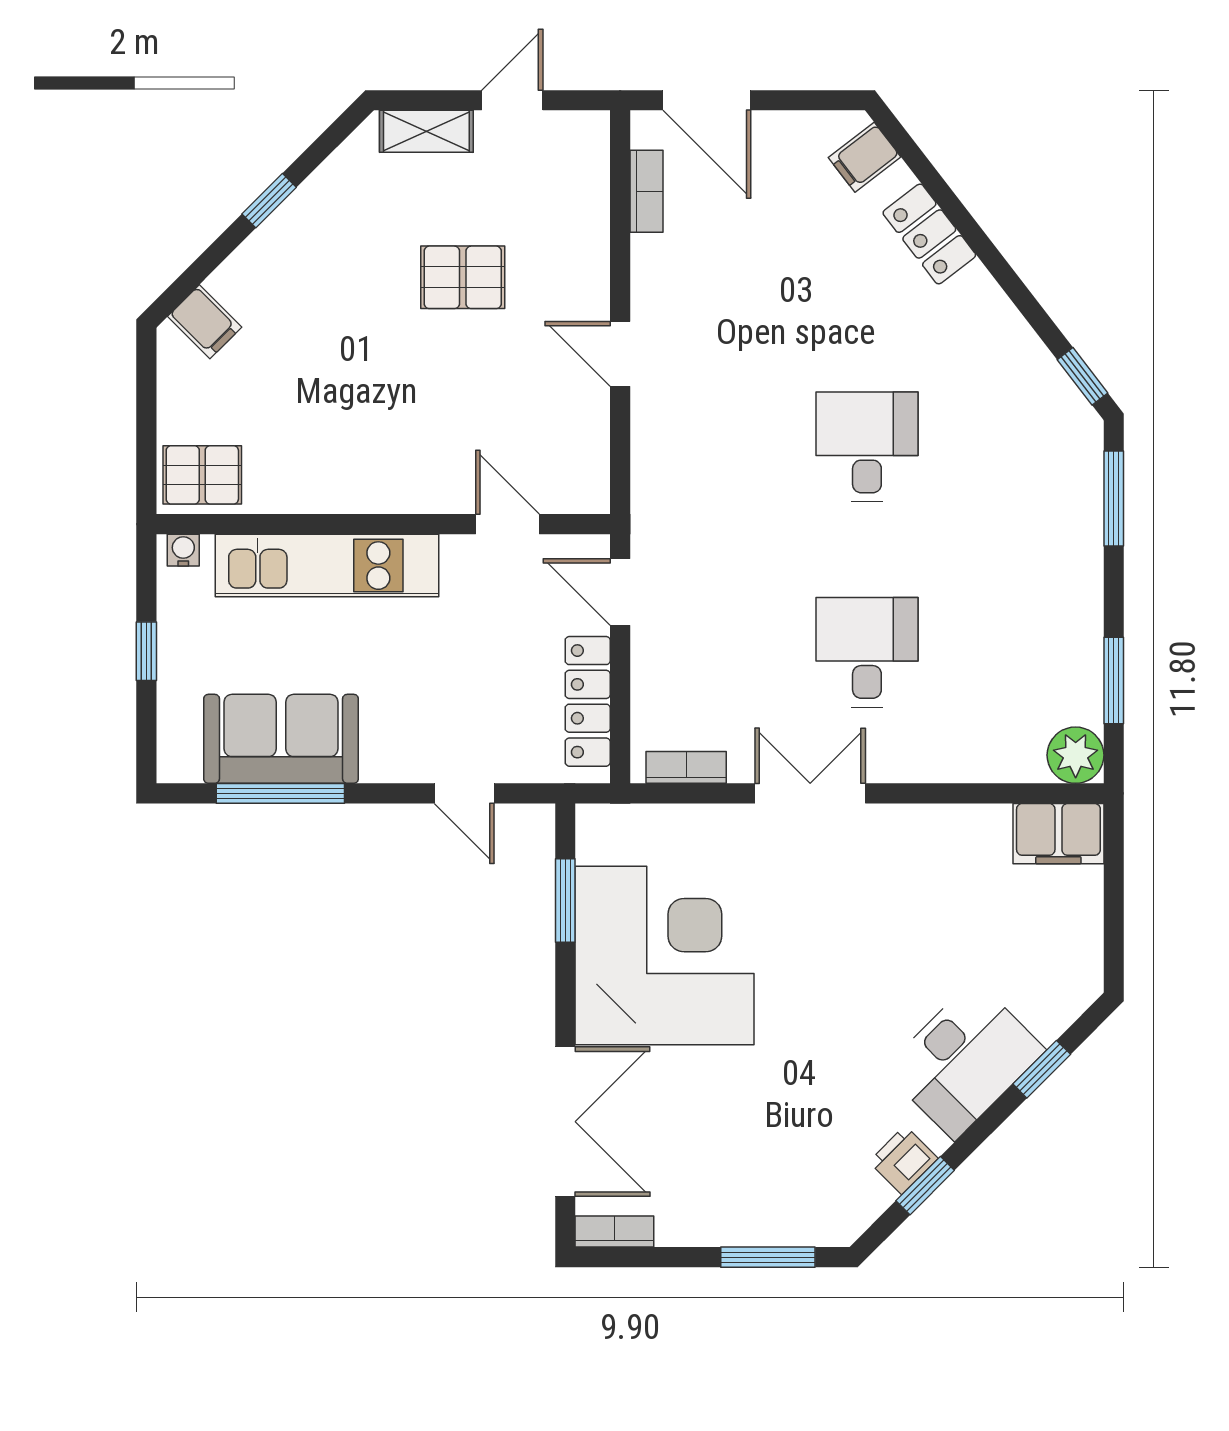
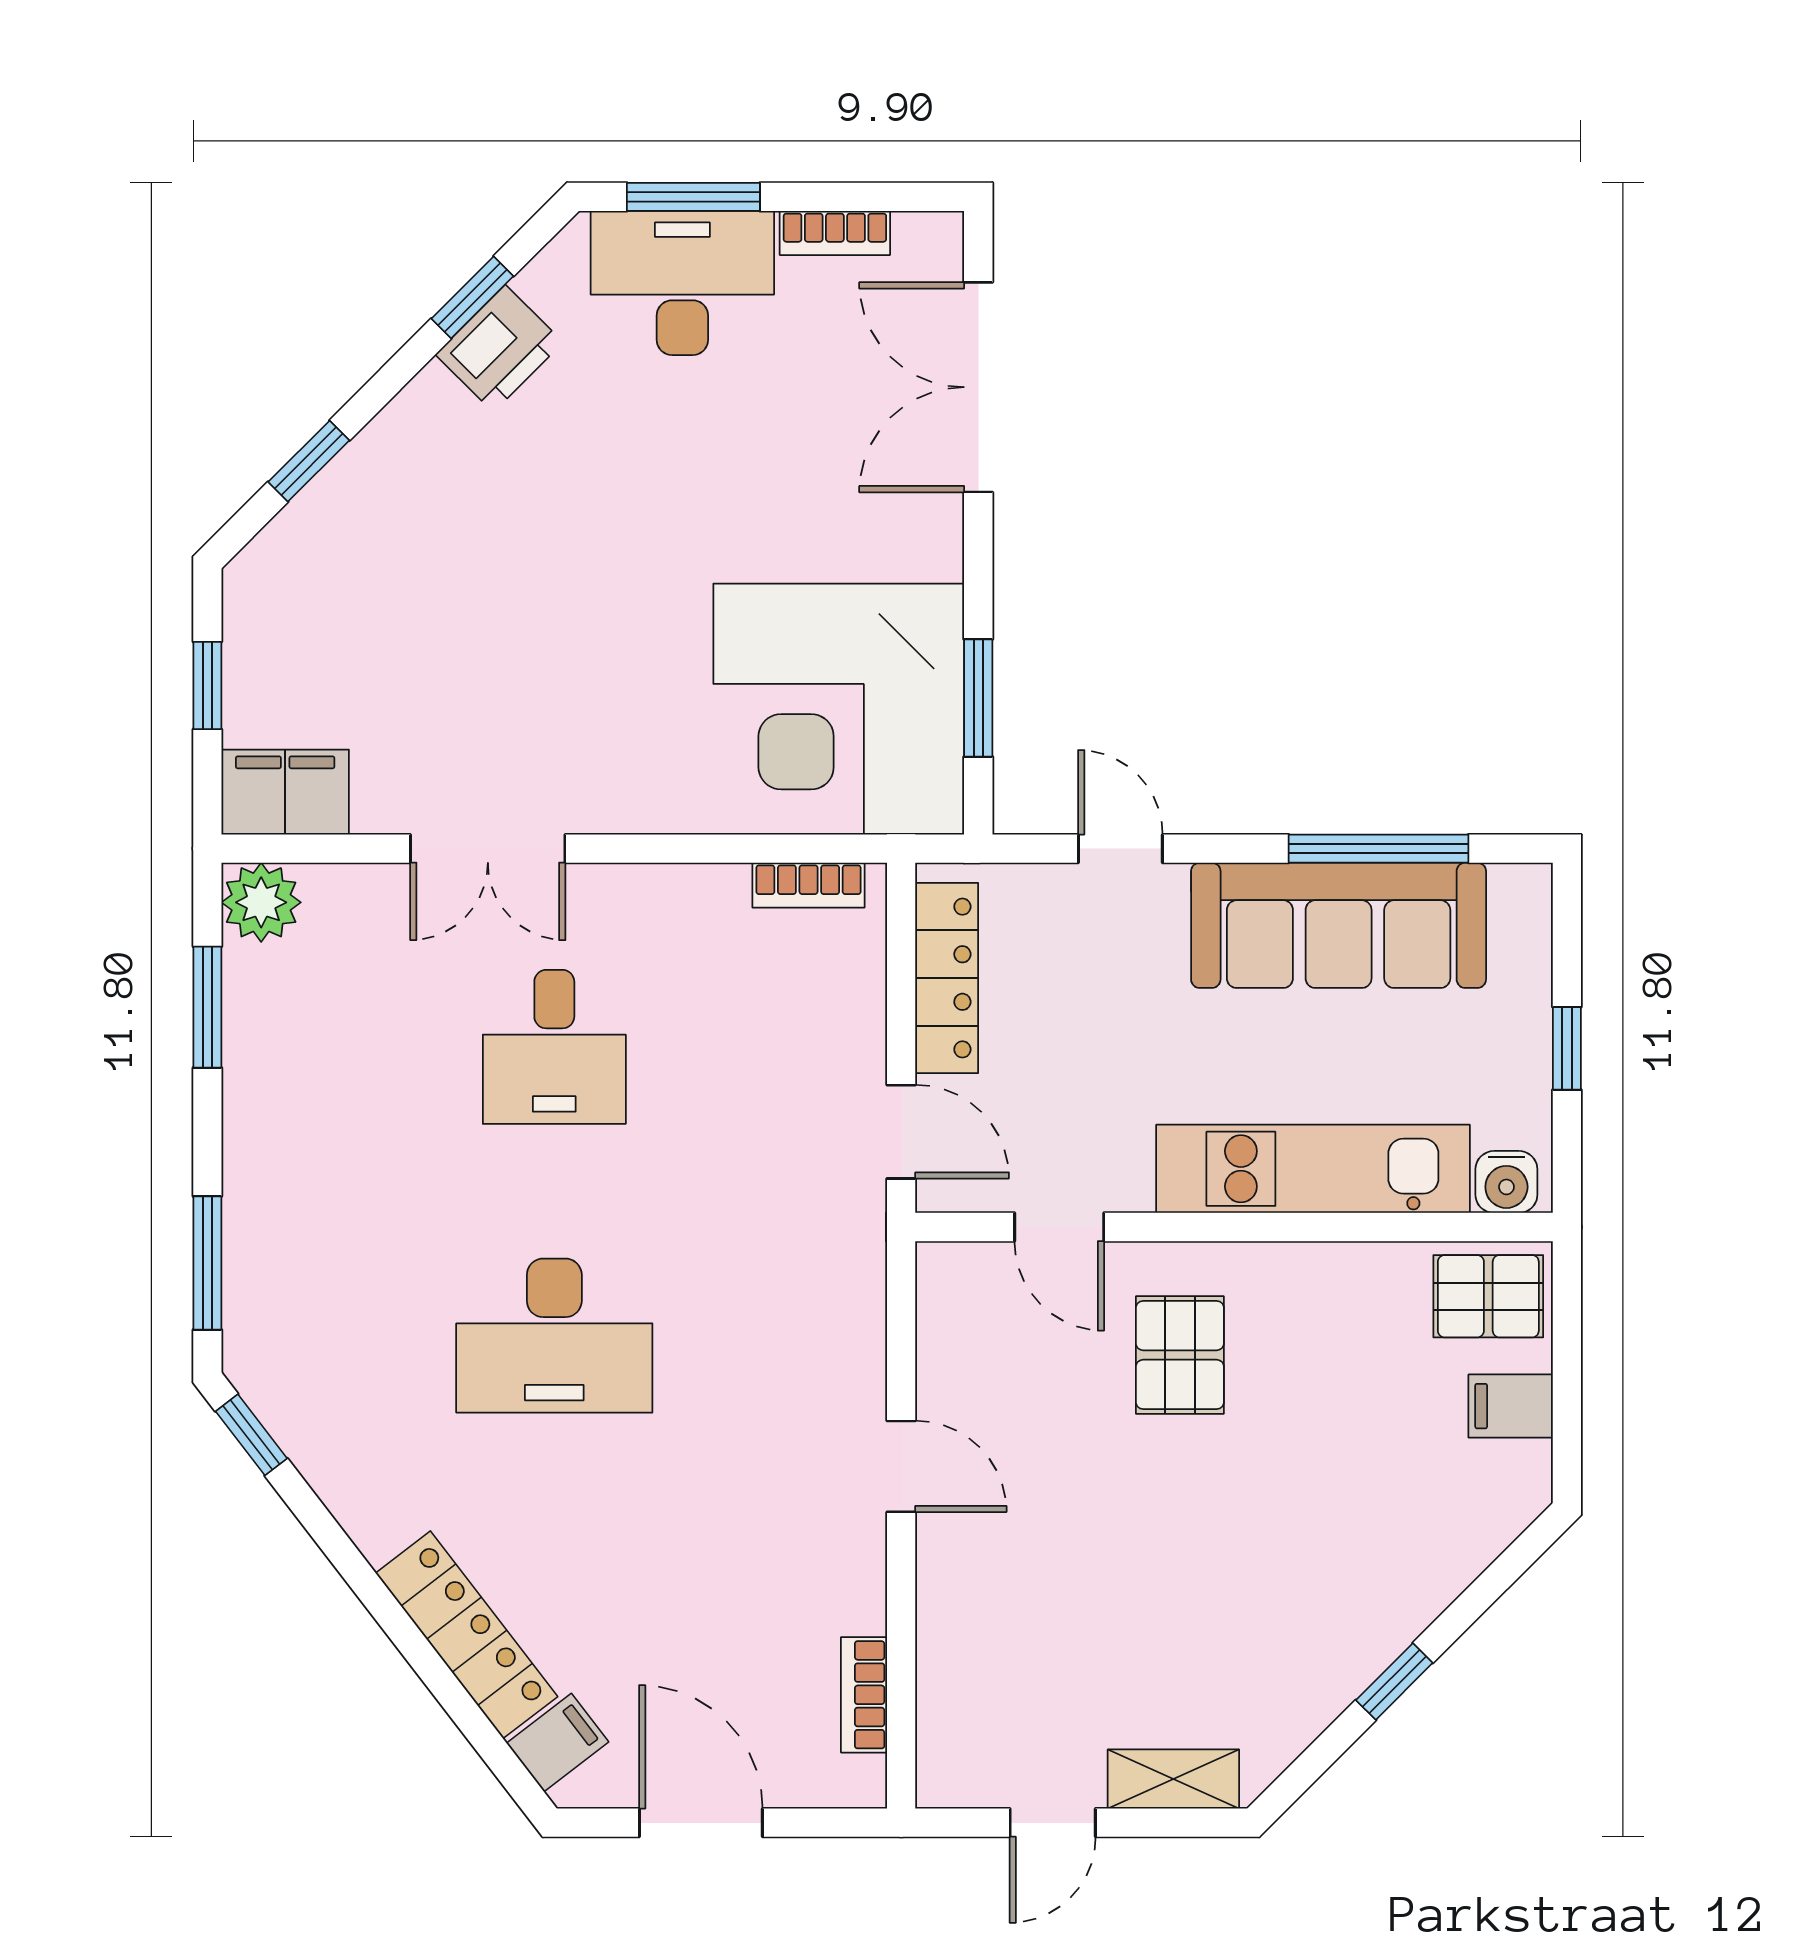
door: (707, 100) -> (701, 1823), moved
locker: (929, 234) -> (467, 1635), width x1.53
pallet: (463, 277) -> (1180, 1355), moved, turned 90
filing cabinet: (205, 322) -> (1511, 1406), moved, turned -45
desk: (867, 447) -> (554, 1336), width x1.37
water cooler: (183, 550) -> (1506, 1182), width x1.38, depth x1.38
sofa: (281, 739) -> (1339, 925), width x1.36
double door: (810, 793) -> (488, 849), moved
window: (1114, 909) -> (207, 686), added
corner desk: (664, 955) -> (839, 709), moved
desk: (964, 1060) -> (682, 283), moved, turned 45
printer: (903, 1160) -> (499, 348), width x1.36, depth x1.24
bookcase: (614, 1231) -> (835, 233), moved

